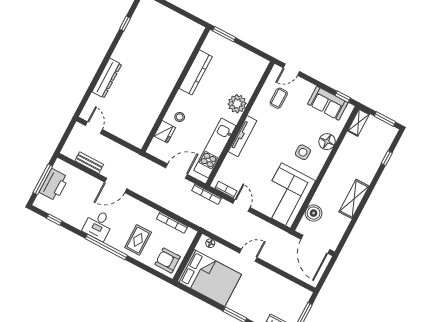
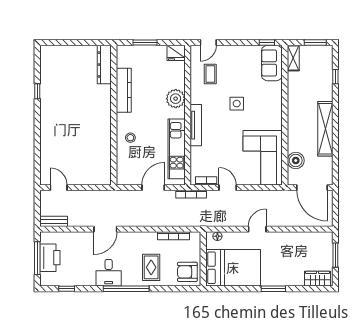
window: (125, 24) -> (37, 91), moved
window: (224, 34) -> (145, 43), moved
dresser: (107, 78) -> (104, 65), moved, turned 180
sofa: (328, 103) -> (272, 63), moved, turned 90
fridge: (165, 132) -> (176, 53), moved, turned 90
floor lamp: (327, 142) -> (274, 90), removed
side table: (303, 152) -> (237, 104), moved
bench: (89, 163) -> (54, 221), moved
shelving: (354, 199) -> (325, 129), width x1.47

